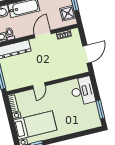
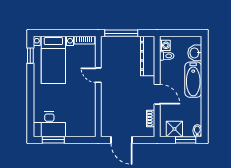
desk: (83, 91) -> (49, 124), moved

